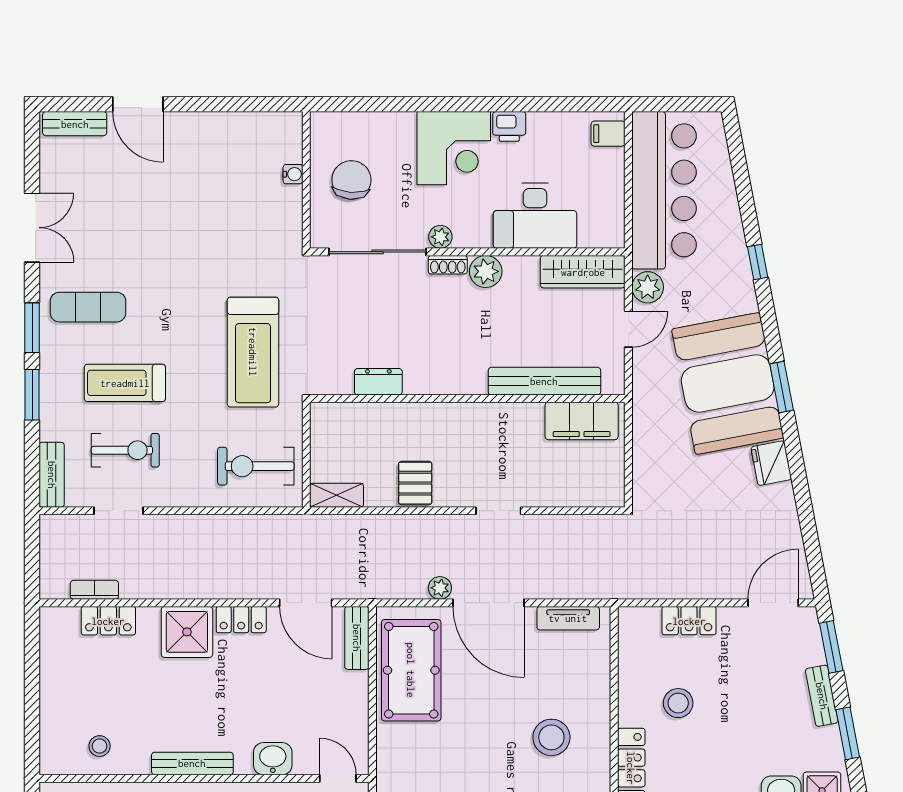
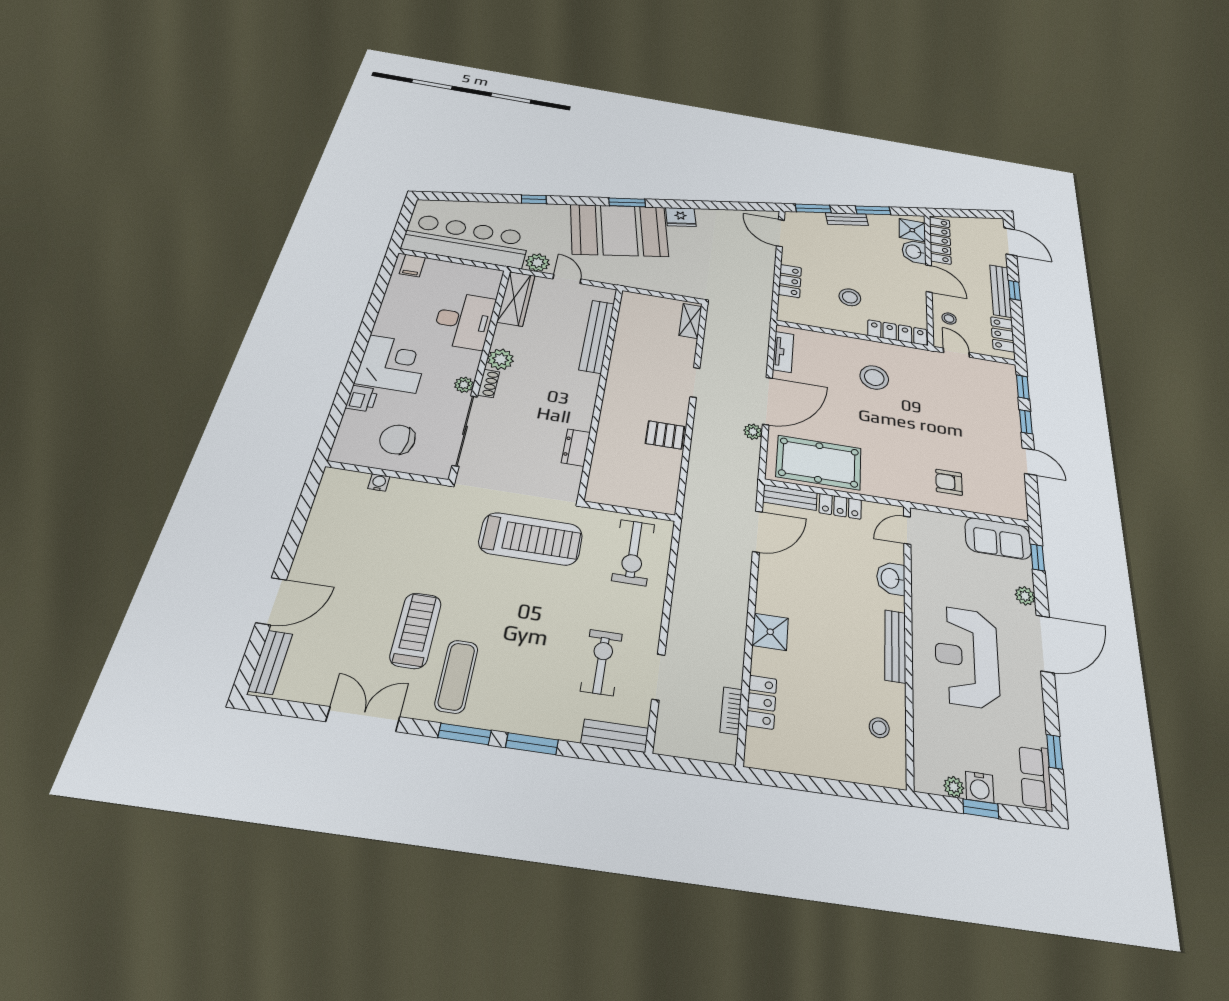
printer: (509, 126) -> (362, 399), moved
treadmill: (125, 383) -> (416, 630), moved, turned 180
filing cabinet: (582, 421) -> (632, 319), removed
shelving: (337, 495) -> (690, 321), moved
locker: (241, 620) -> (840, 506), moved, turned 90
shower: (187, 632) -> (770, 632), width x0.73, depth x0.73

